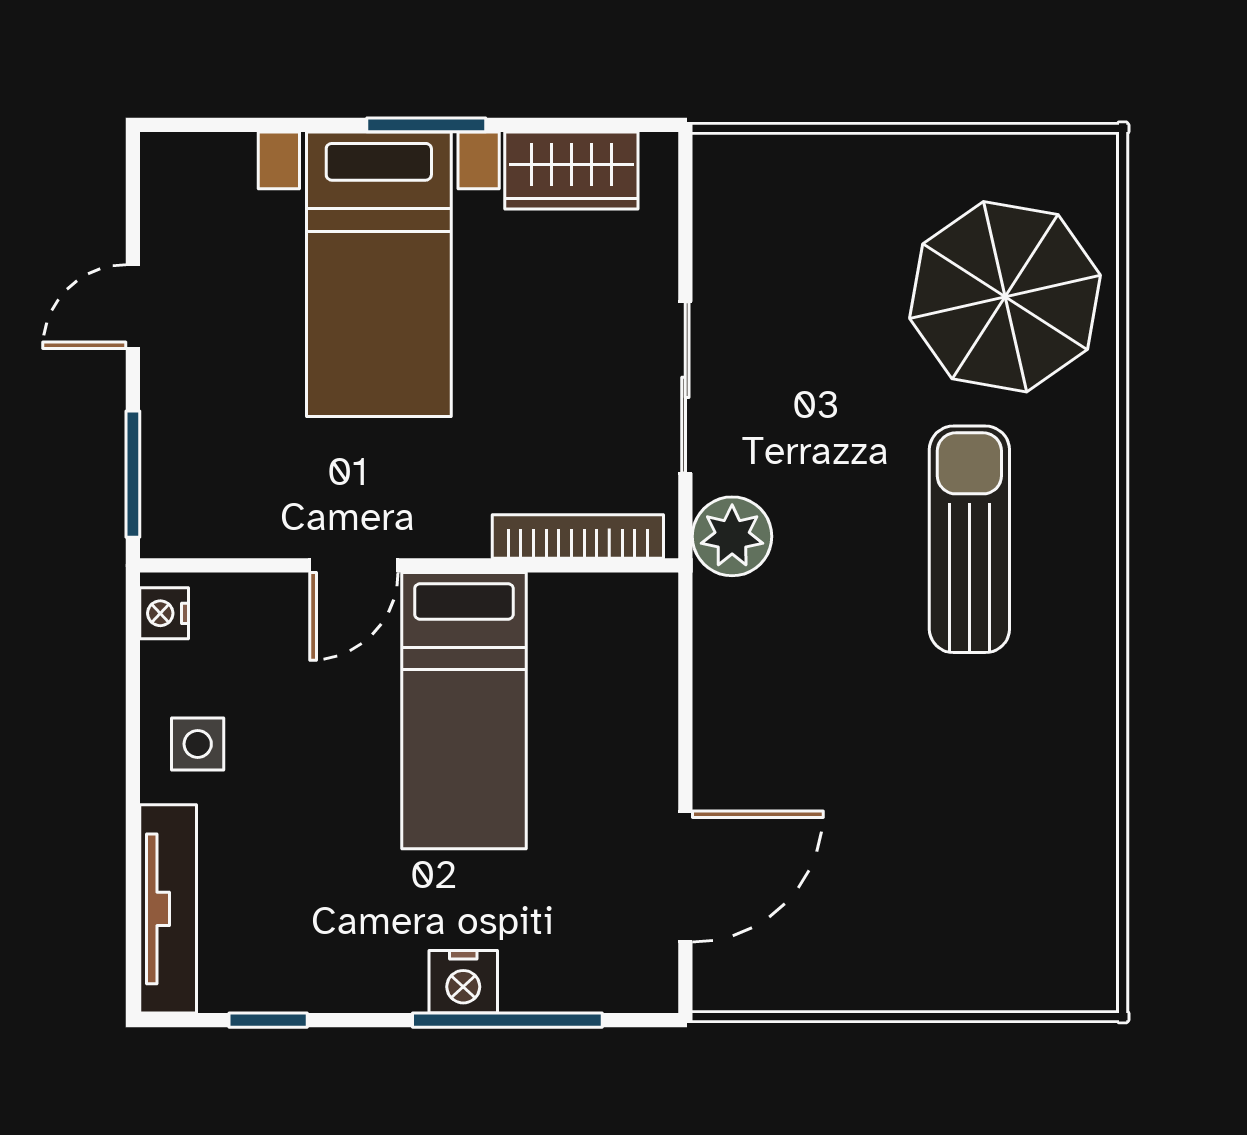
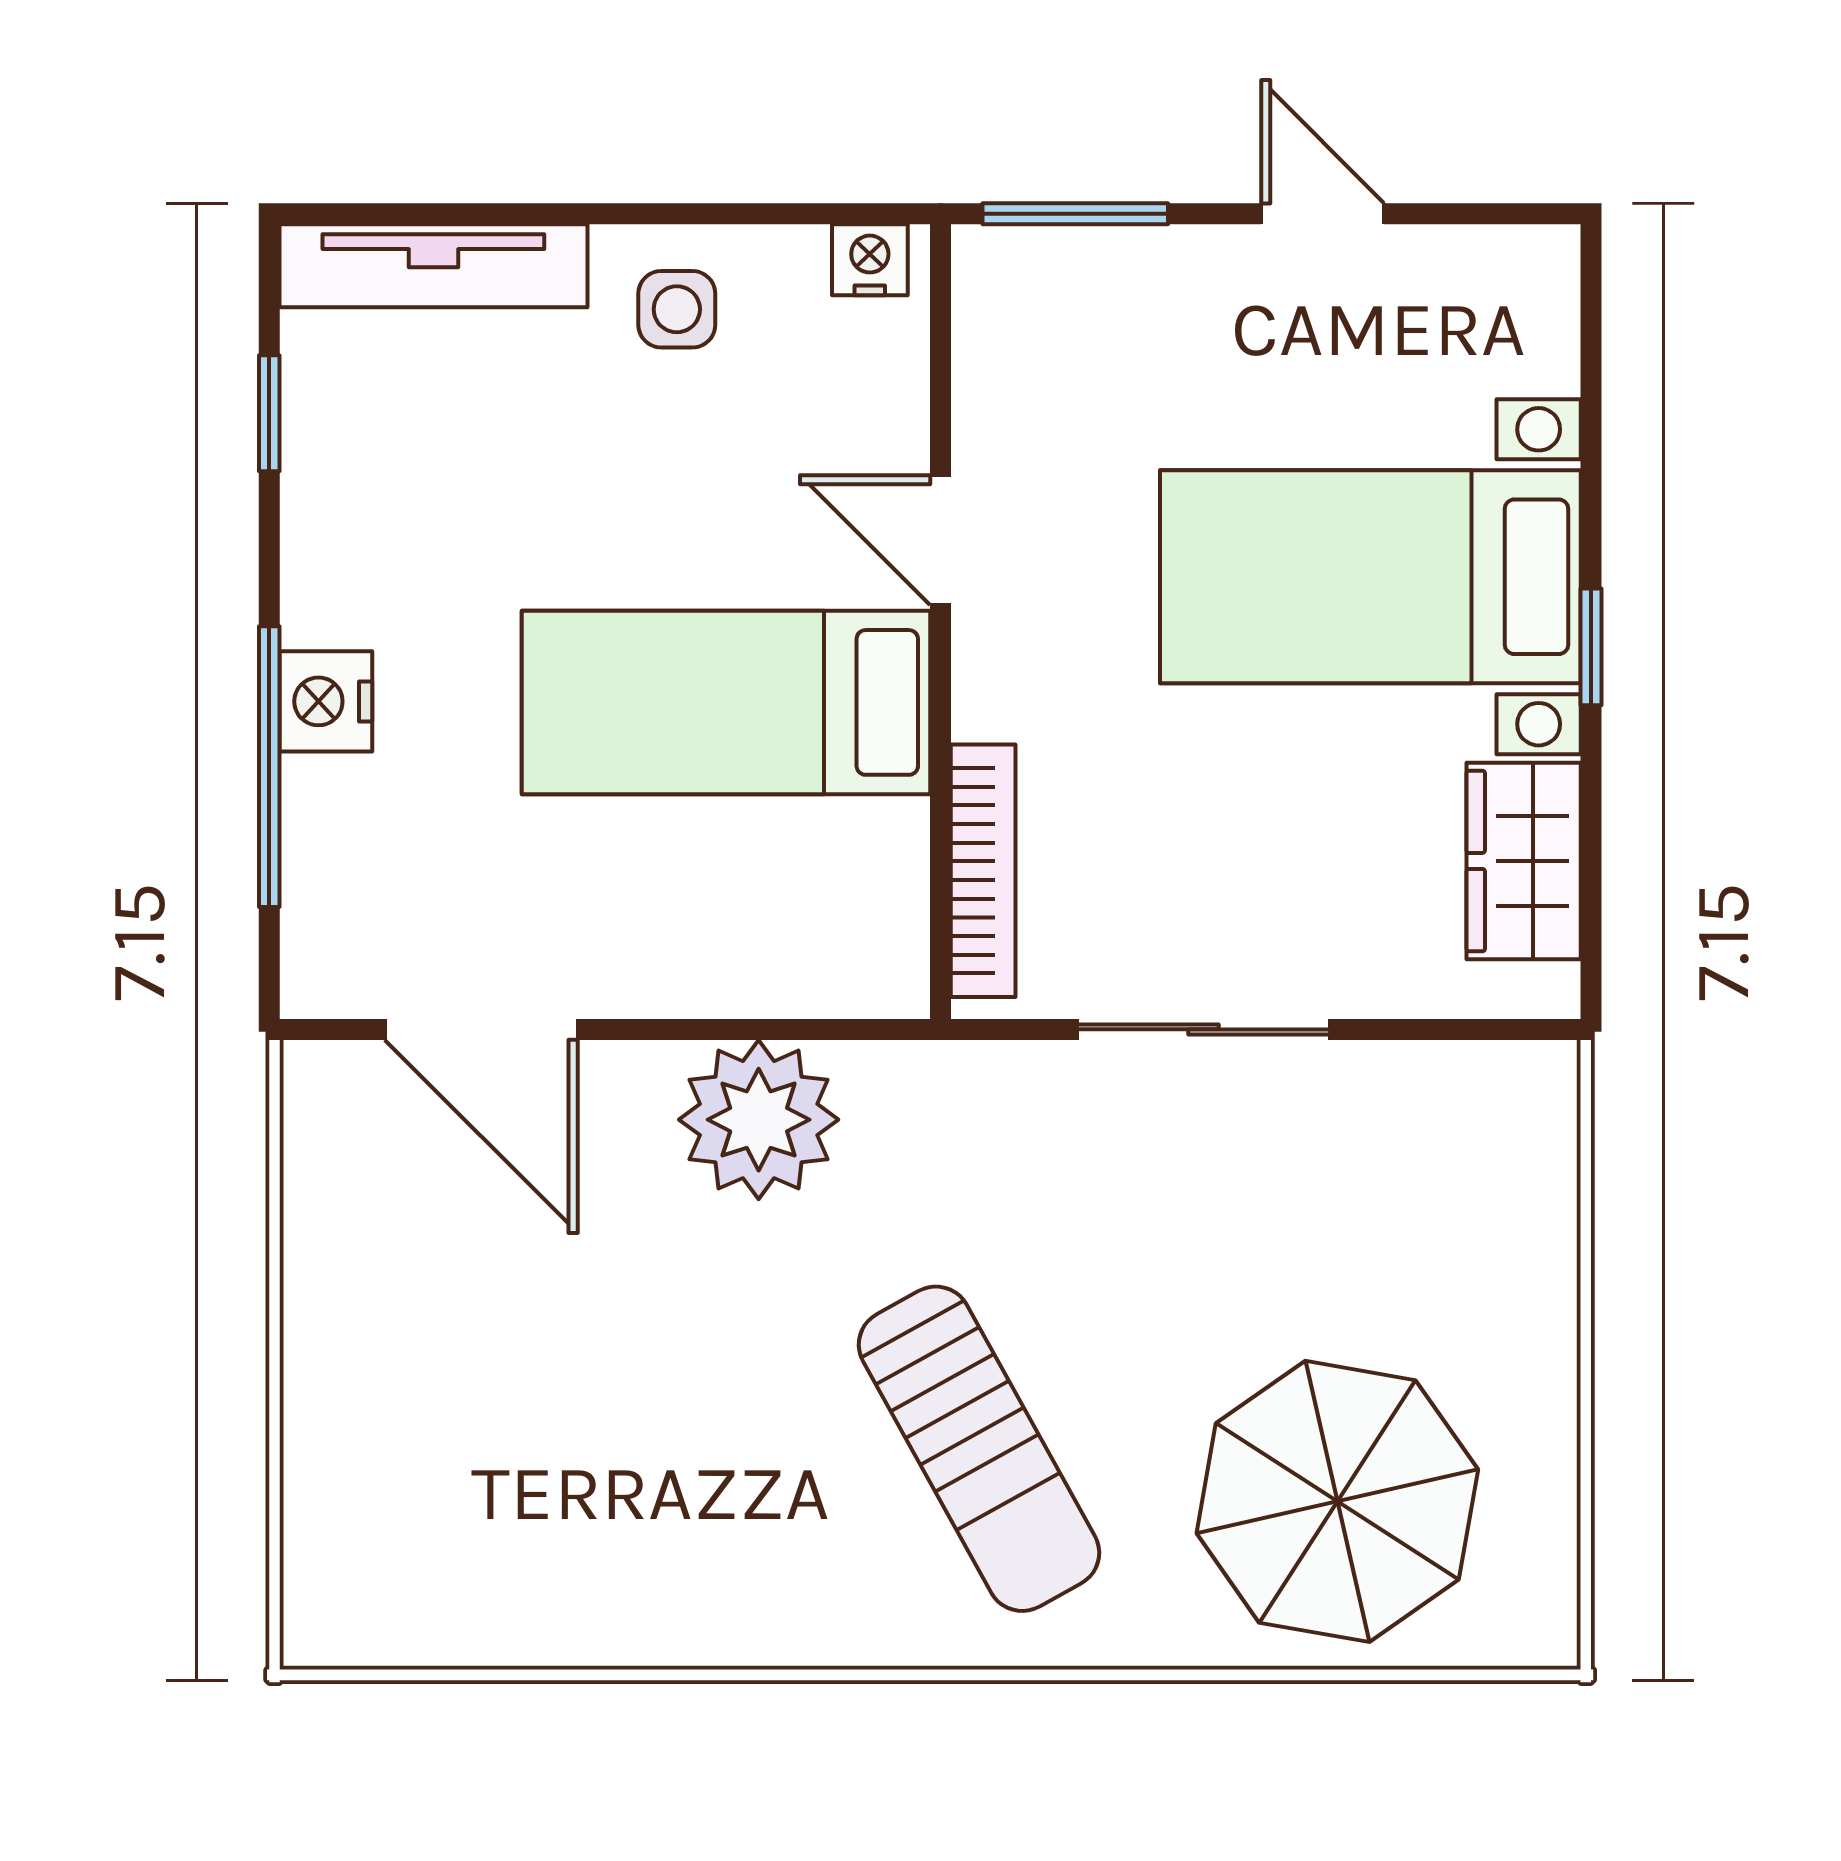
window: (426, 125) -> (1591, 647), width x0.67
plant: (732, 536) -> (759, 1120), moved, width x1.36, depth x1.36
sun lounger: (969, 539) -> (979, 1449), turned 61

